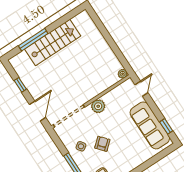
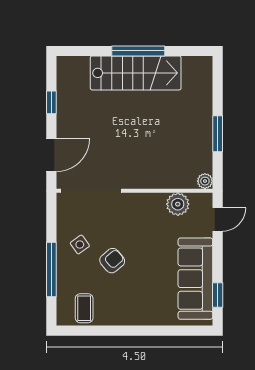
window: (33, 40) -> (138, 51), moved
window: (113, 46) -> (218, 134), added
plant: (98, 106) -> (178, 204), moved

